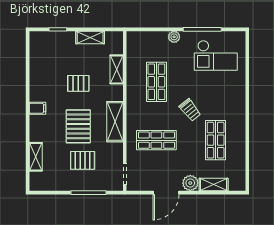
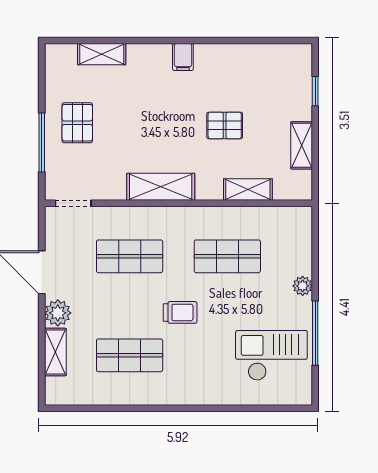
checkout: (216, 55) -> (271, 355), turned 90
pallet: (78, 83) -> (225, 125), turned 90
trolley: (190, 110) -> (180, 312), turned -141
pallet: (78, 126) -> (153, 125), removed
shop shelf: (156, 140) -> (130, 256), turned 90
pallet: (83, 160) -> (77, 123), moved

